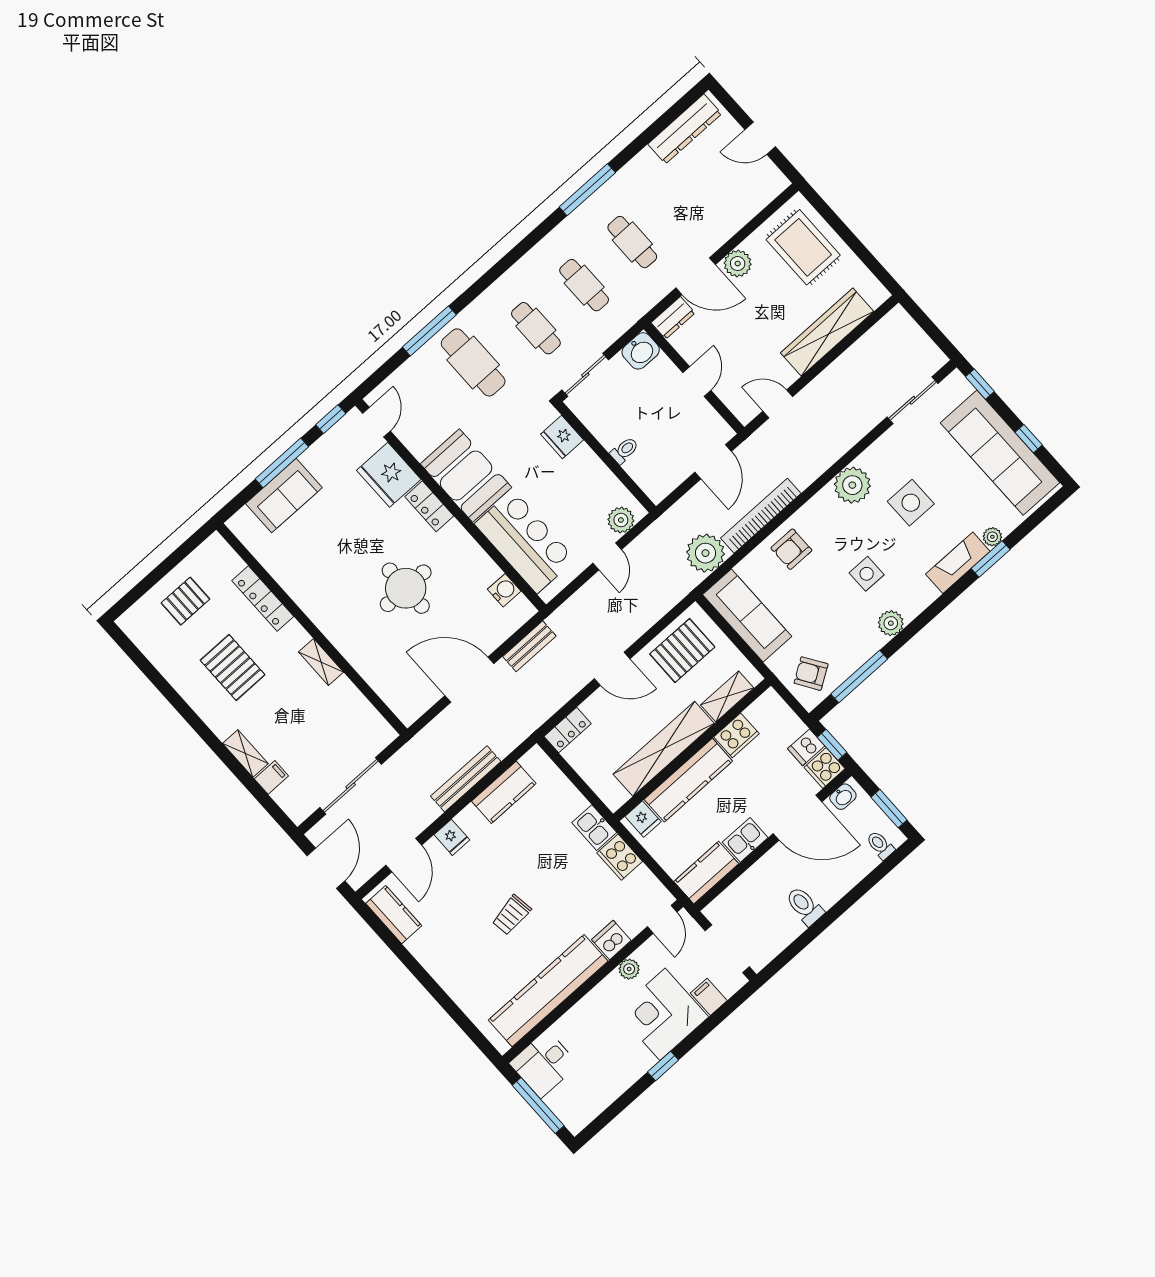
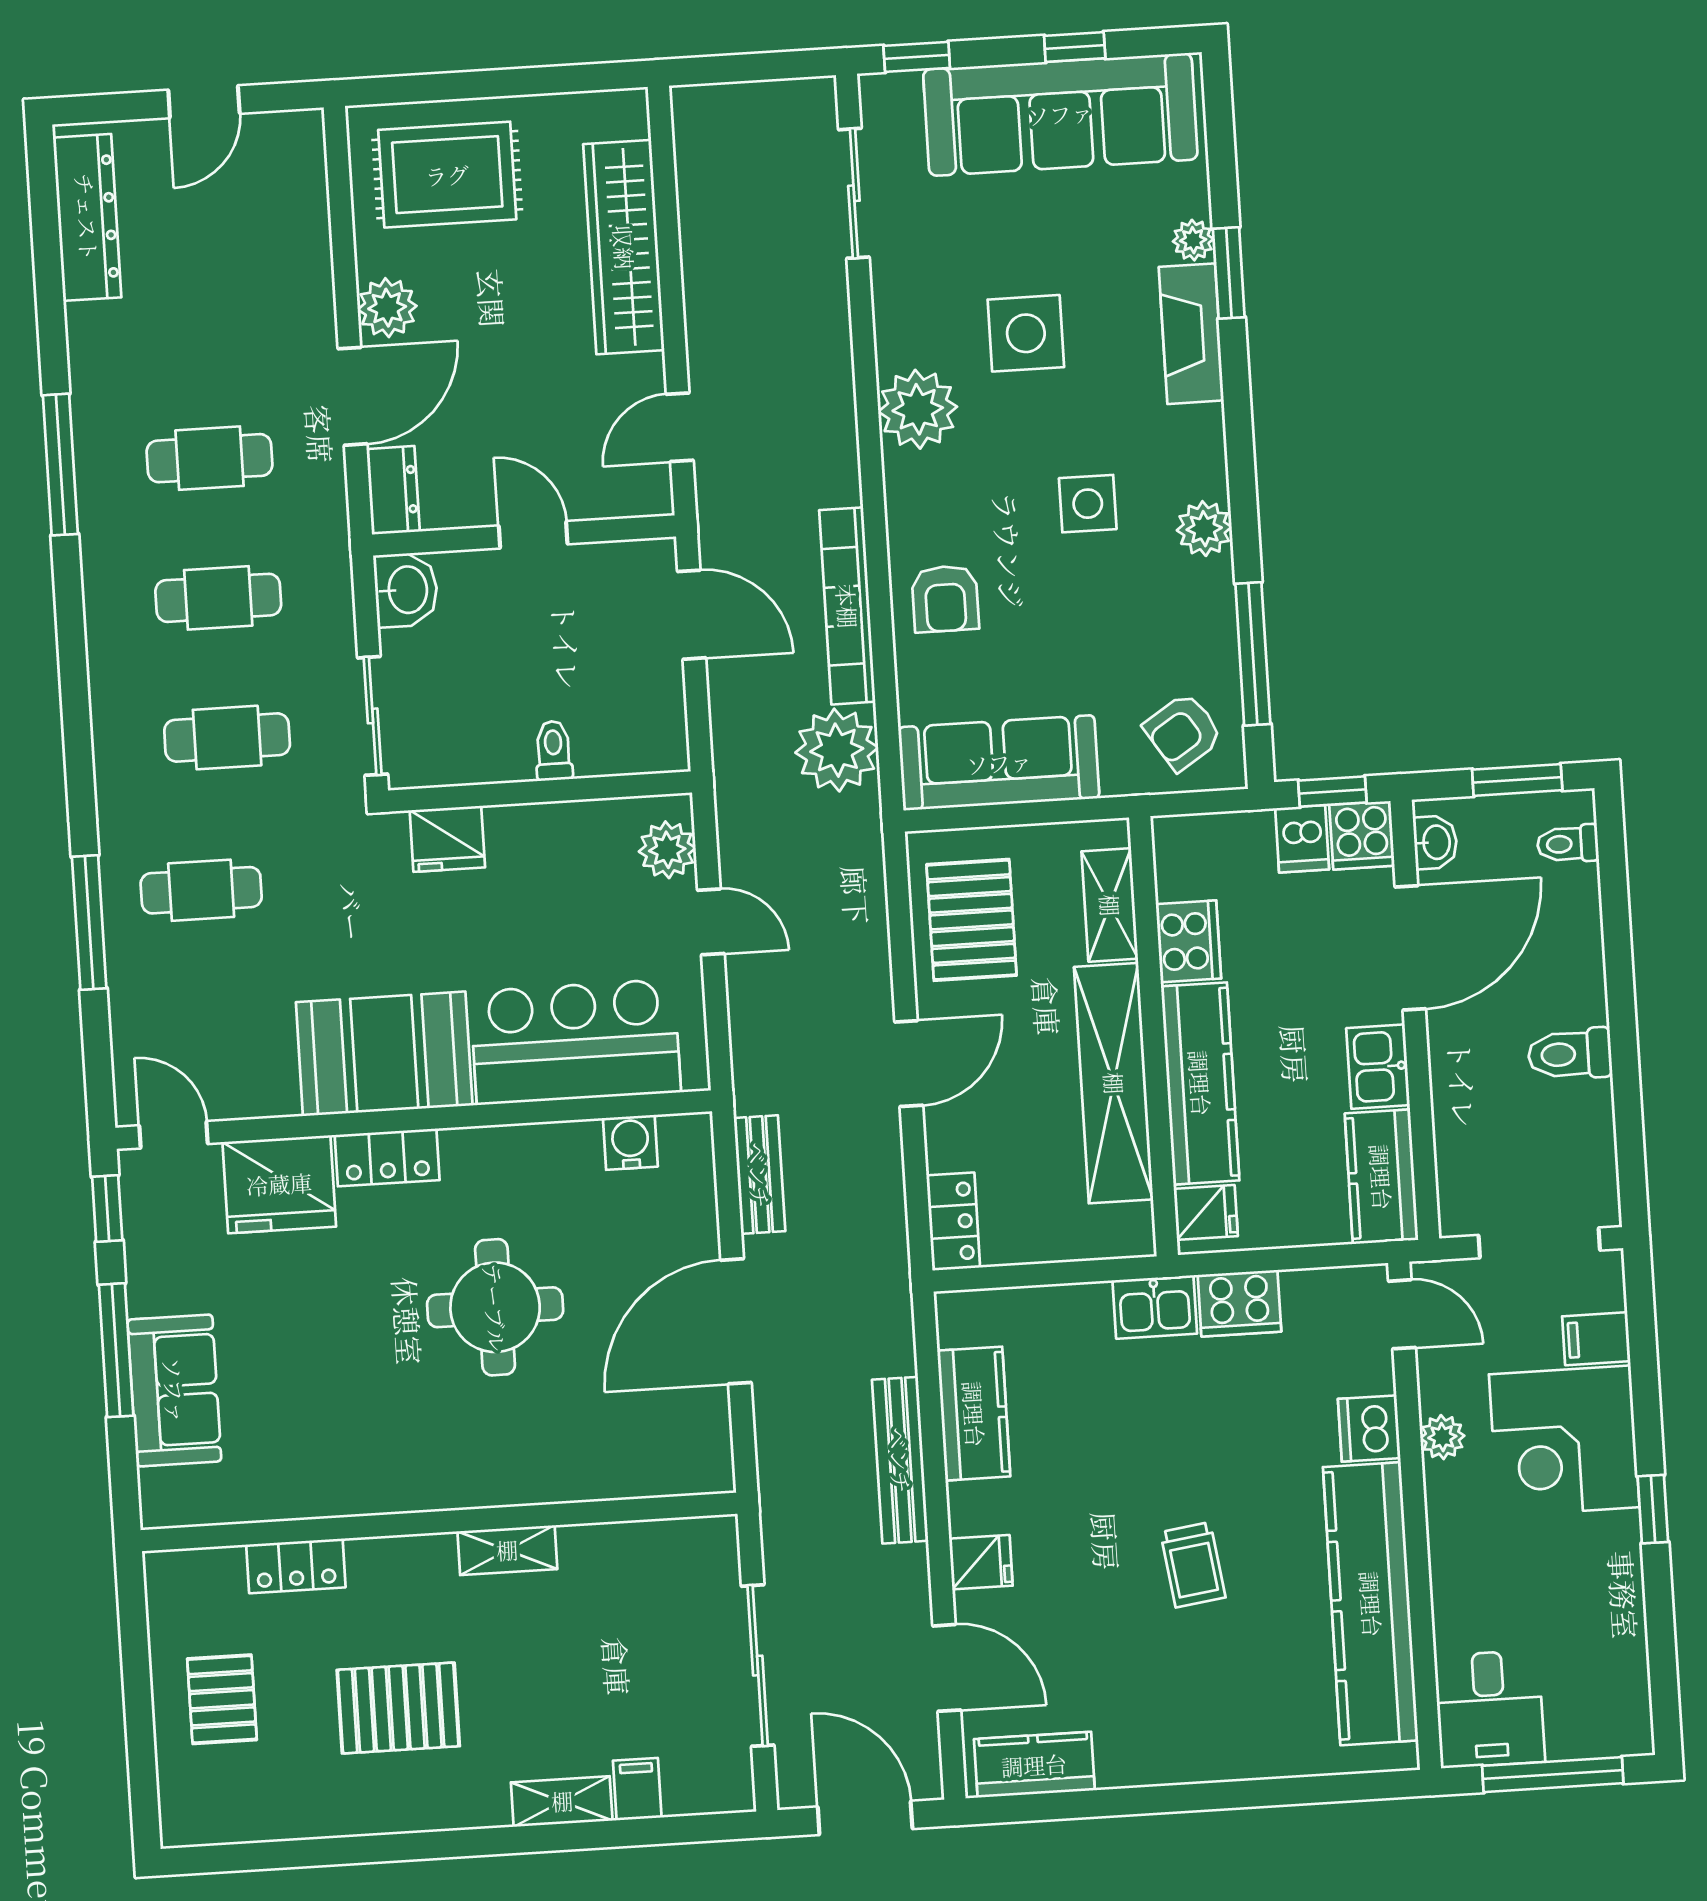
cafe table: (473, 362) -> (201, 890), width x0.73, depth x0.74
locker: (263, 599) -> (296, 1566), width x0.66

